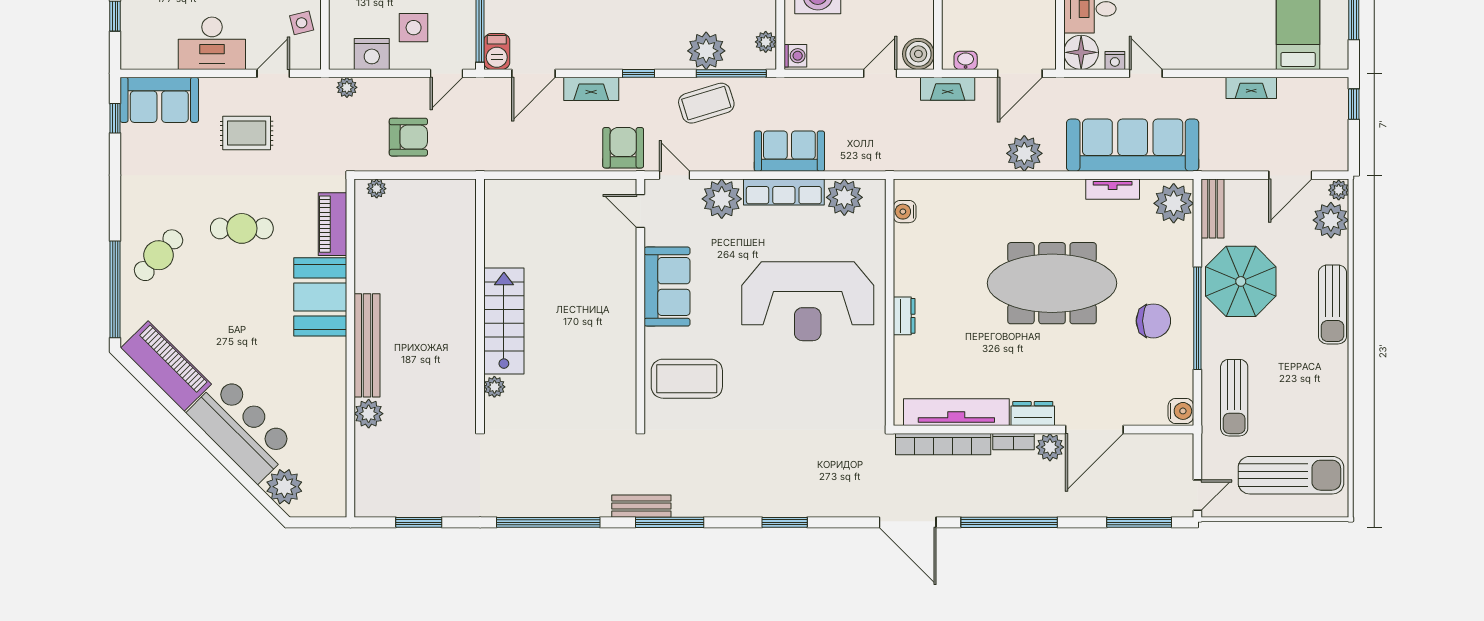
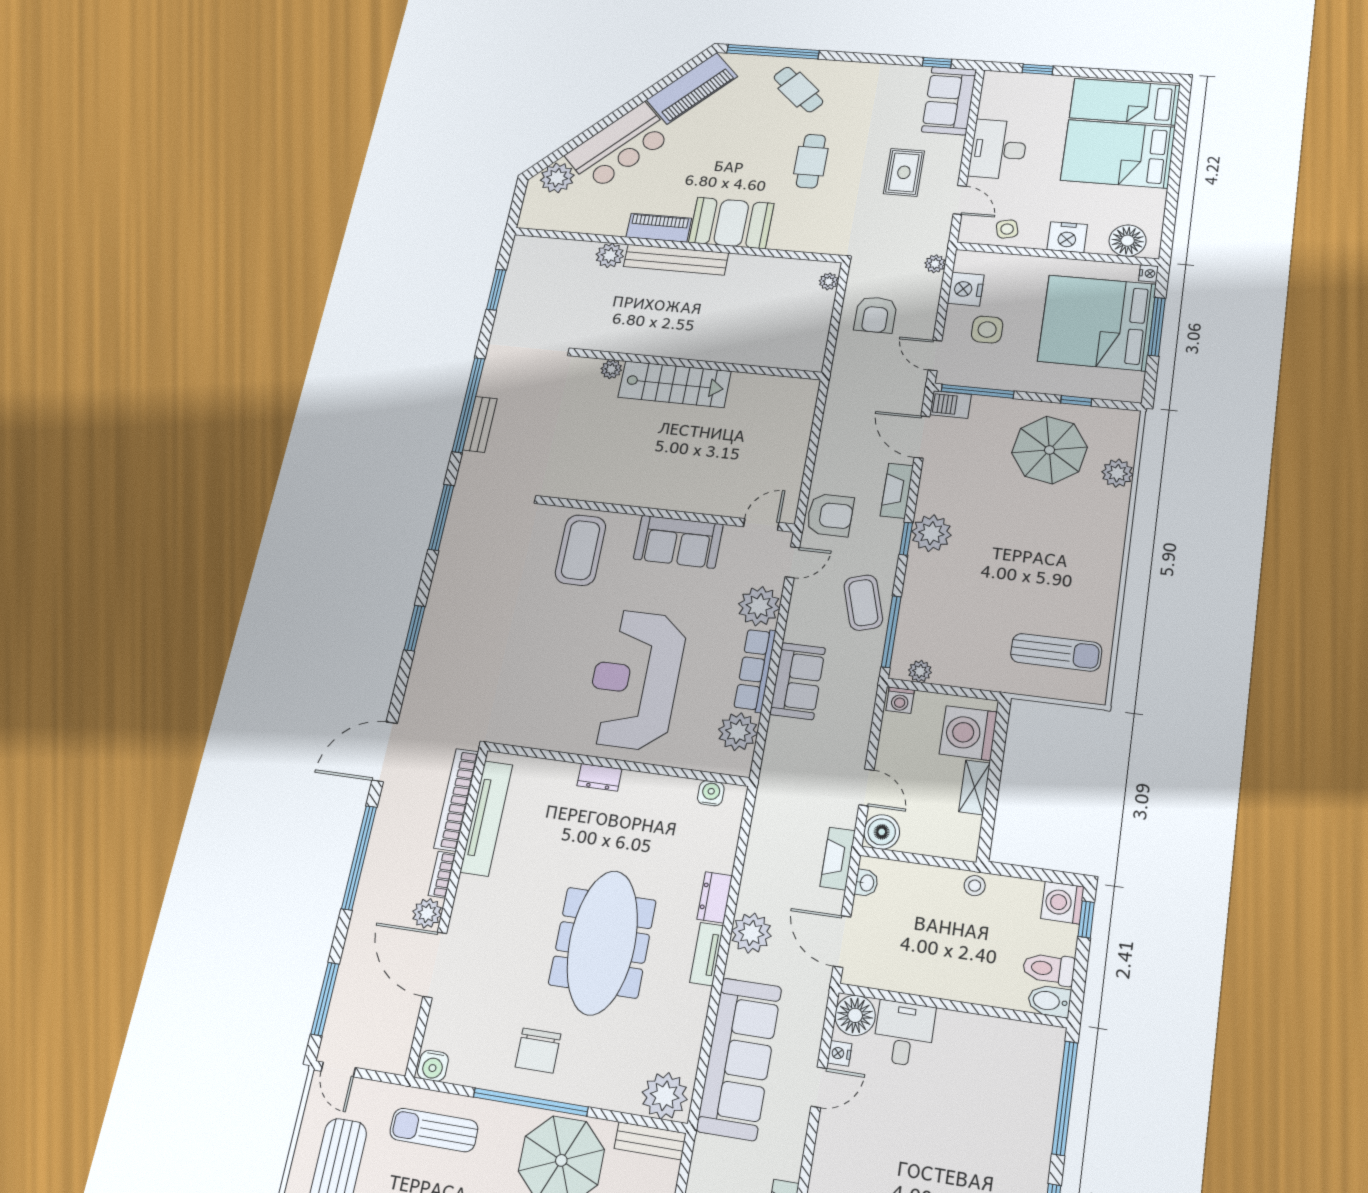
plant: (706, 51) -> (931, 533), moved
tv unit: (1113, 189) -> (707, 954), moved
piano: (332, 224) -> (659, 228), moved
dresser: (1033, 414) -> (715, 897), moved, turned 180
bench: (641, 506) -> (480, 424), moved

